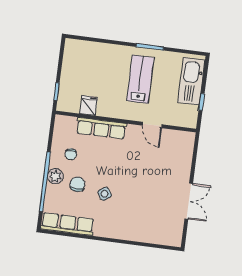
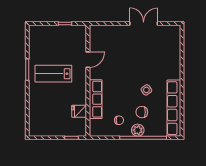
kitchen sink: (191, 81) -> (50, 33), removed
row of seats: (68, 224) -> (174, 108), width x1.36

